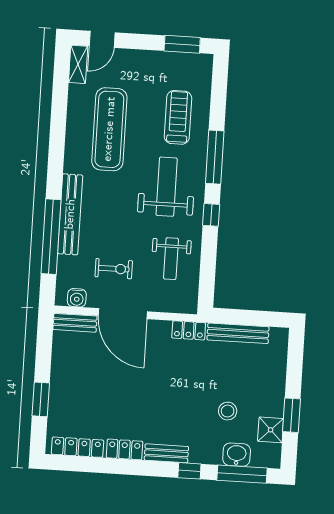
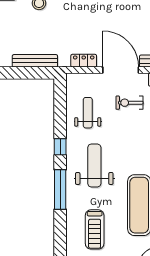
treadmill: (178, 117) -> (95, 229), moved
weight bench: (167, 187) -> (94, 165), turned 180
locker: (189, 330) -> (84, 61), moved

